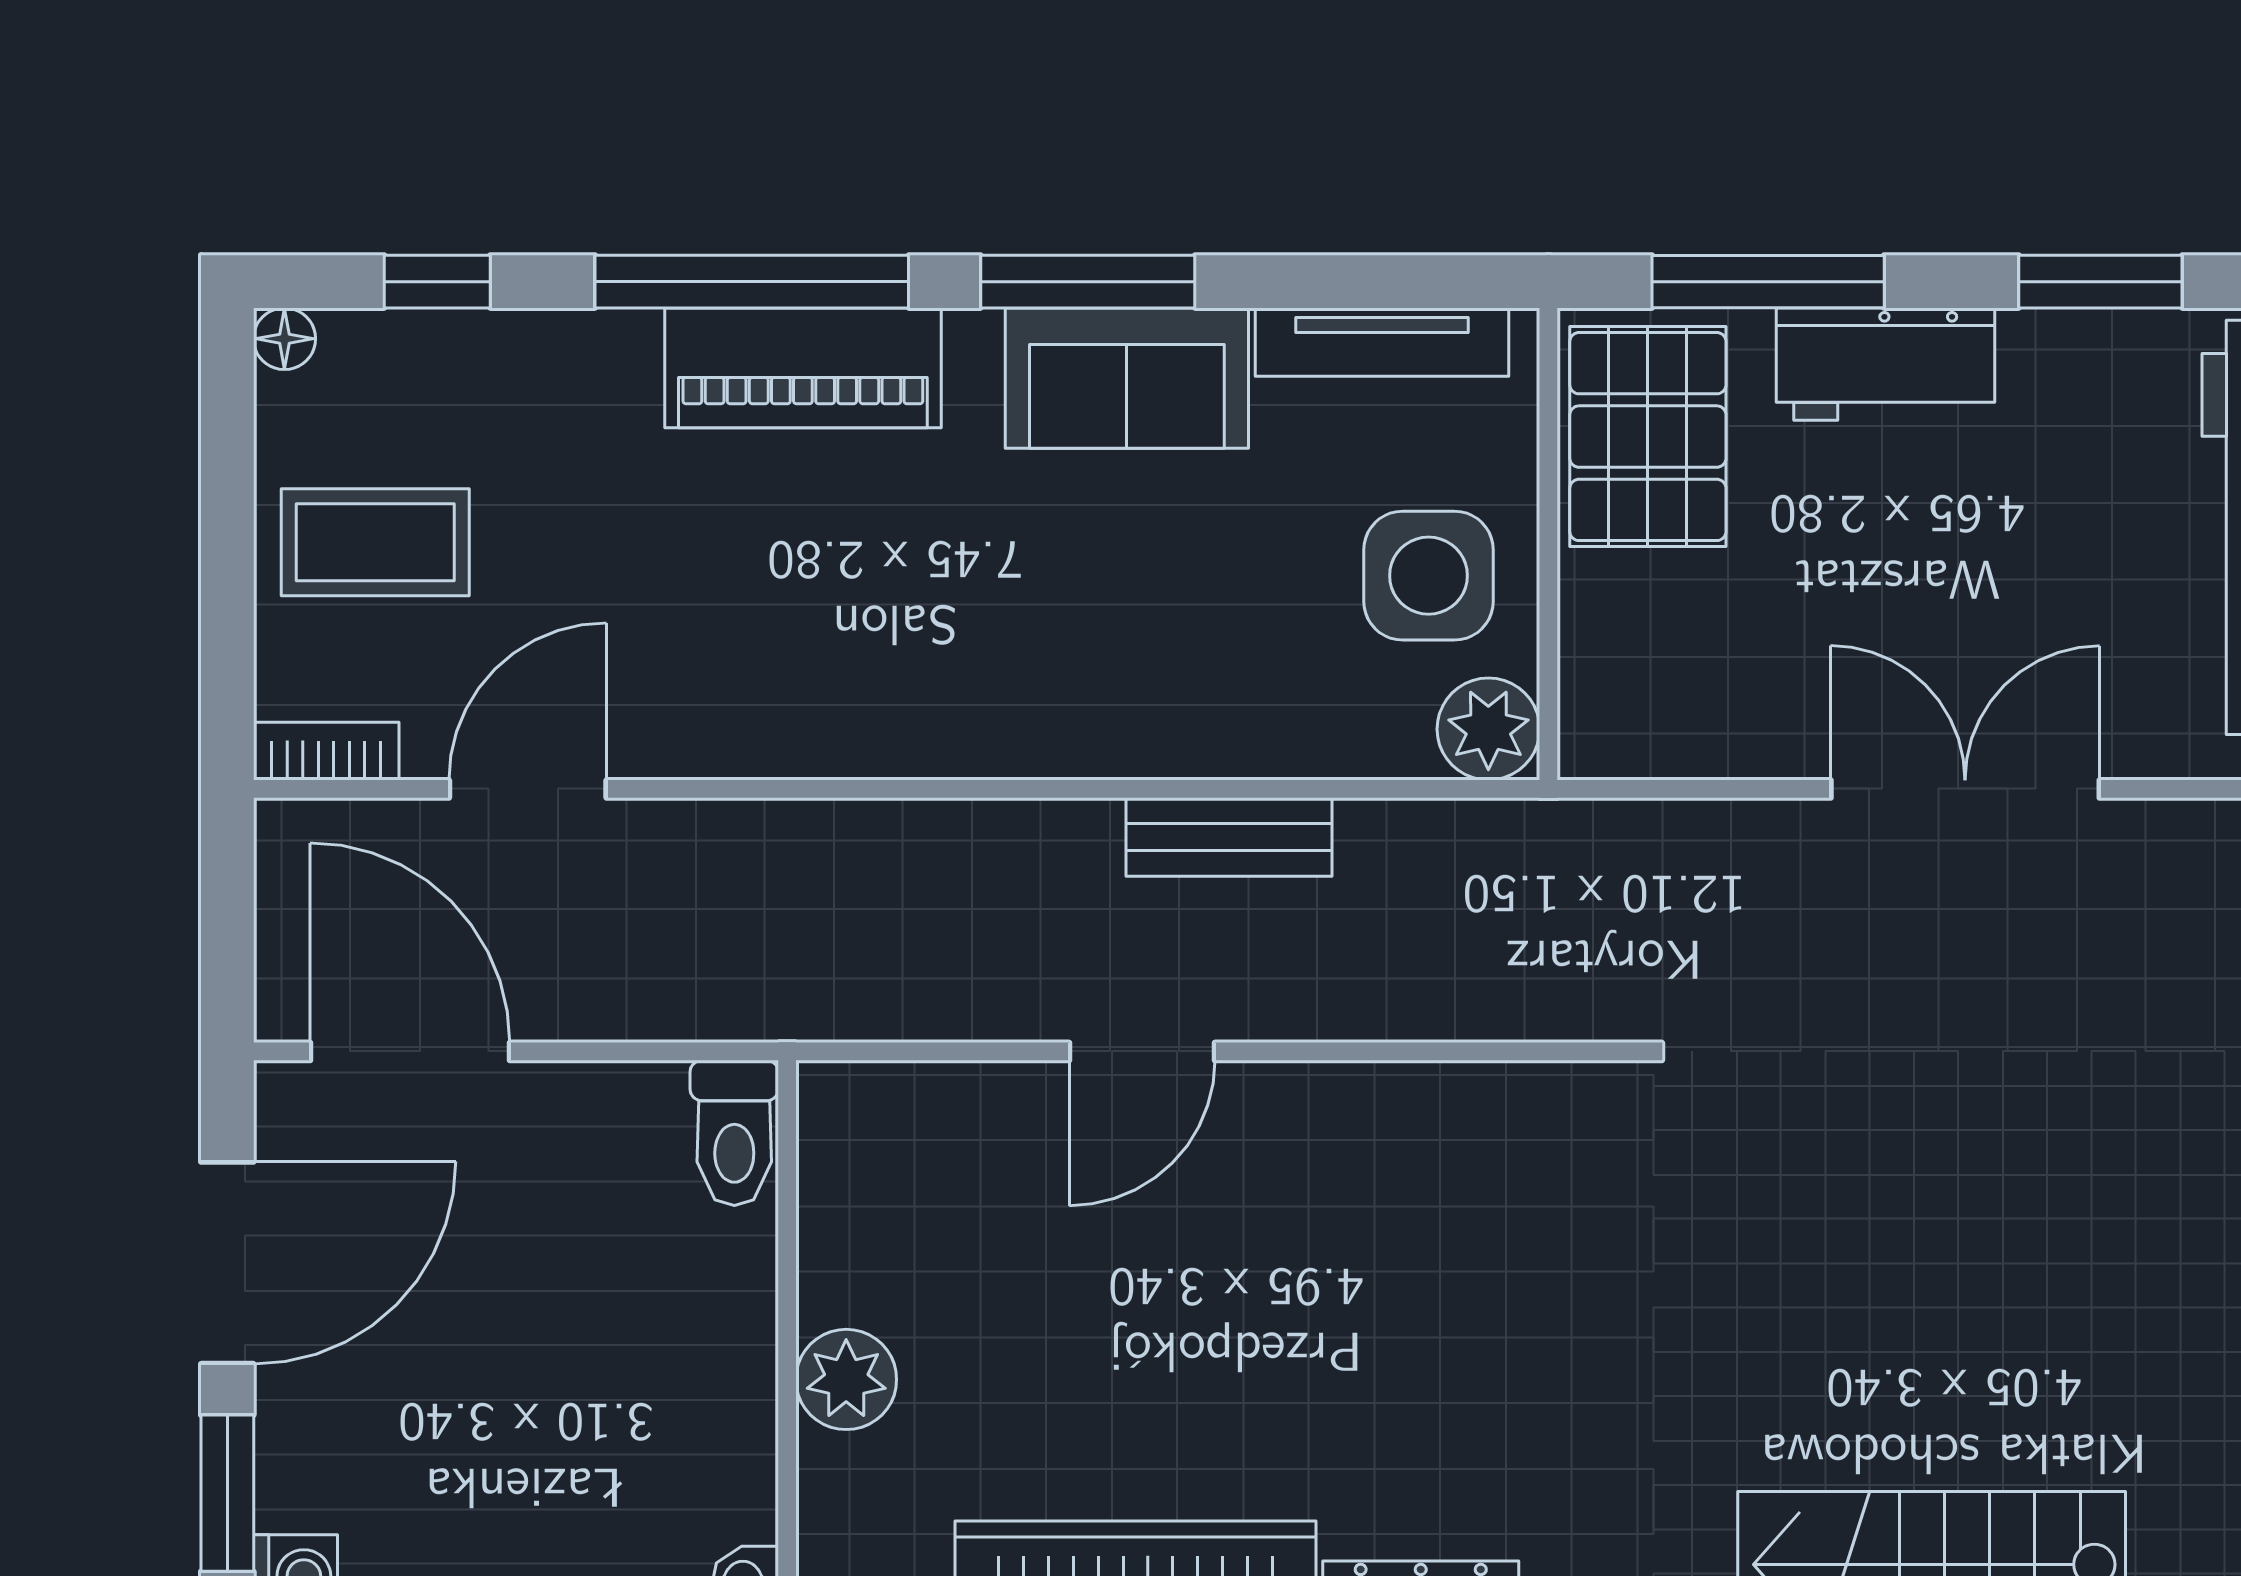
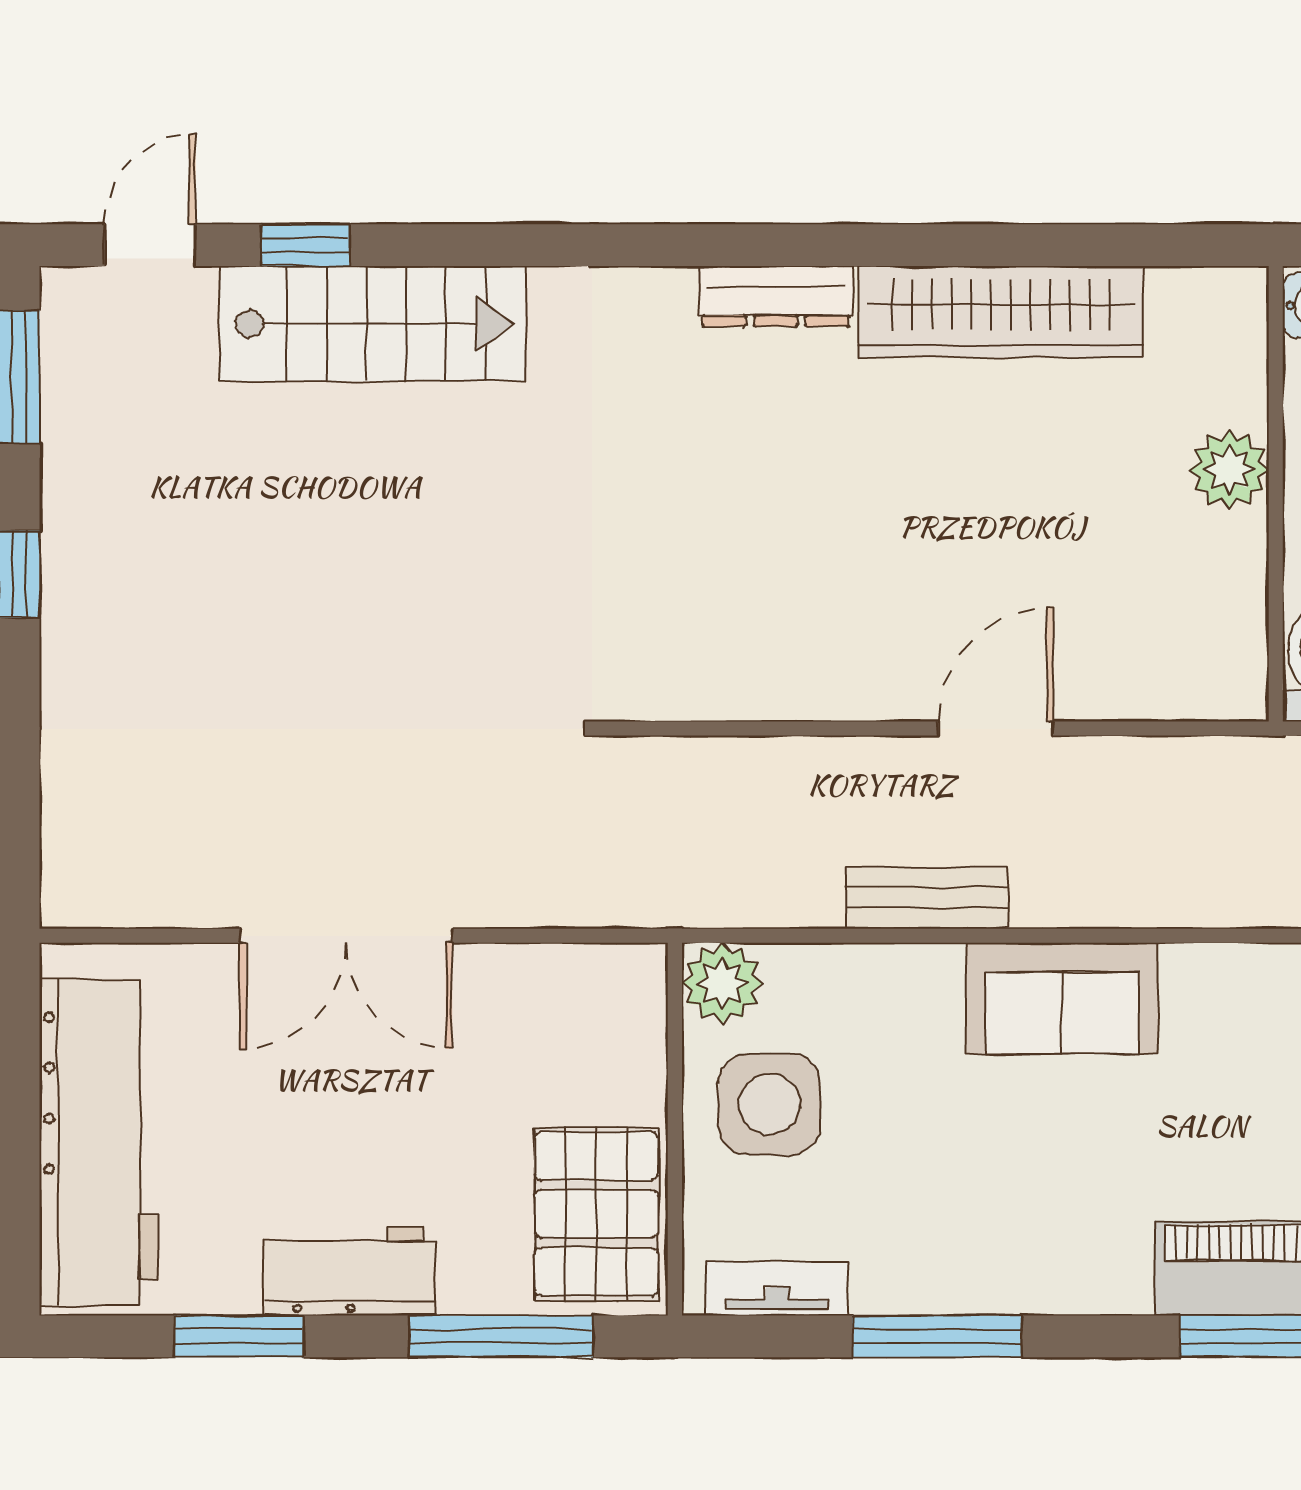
window: (1088, 282) -> (937, 1336), moved
tv unit: (1382, 342) -> (777, 1289), width x0.71
workbench: (1886, 364) -> (350, 1271), moved
sofa: (1127, 378) -> (1062, 998), moved, turned 180

